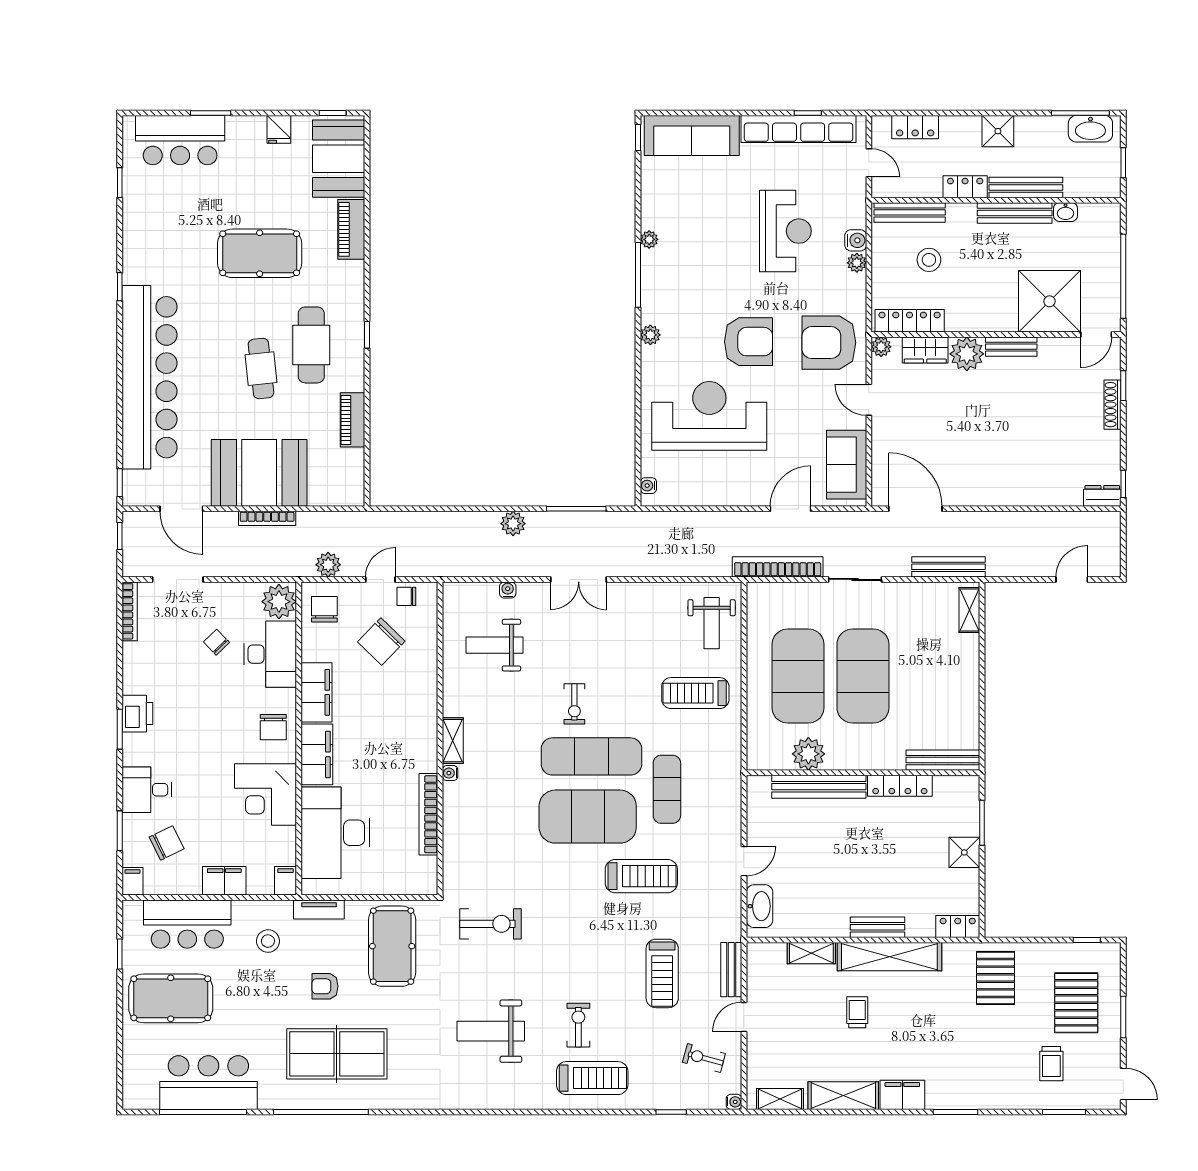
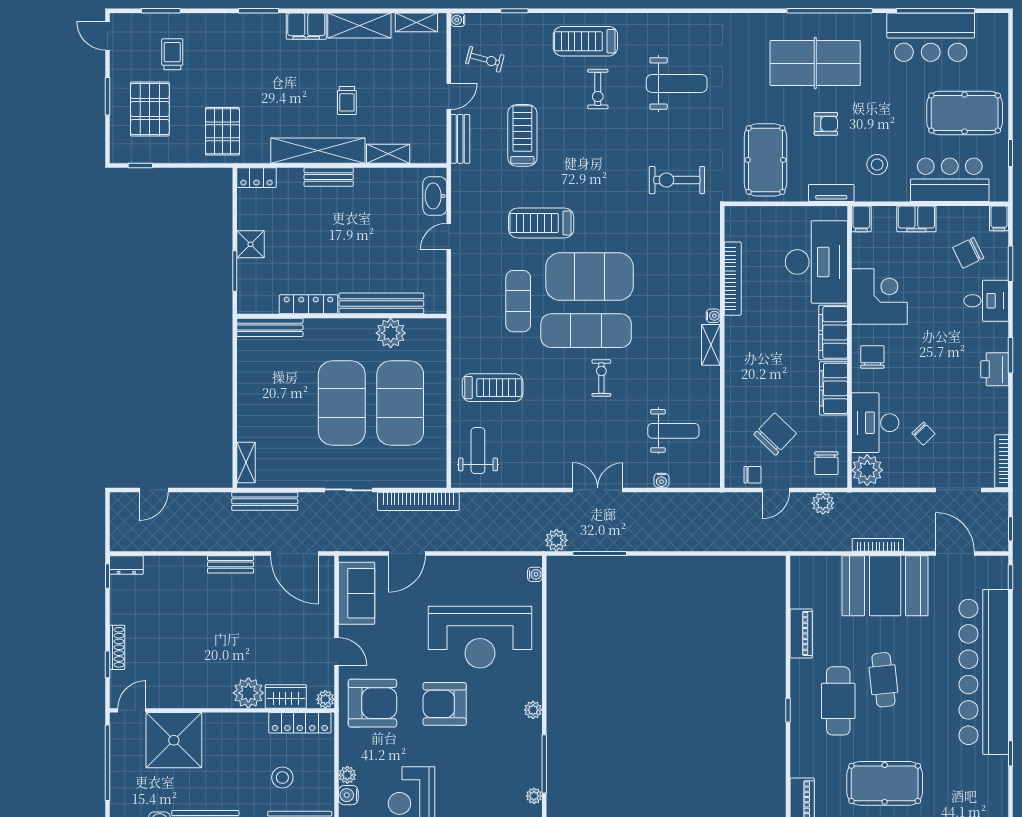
bench: (1011, 347) -> (231, 564), moved
plant: (513, 524) -> (556, 540), moved

